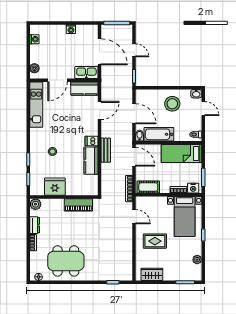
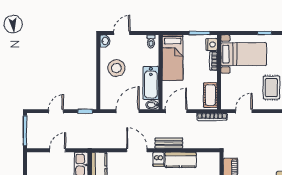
door: (99, 52) -> (58, 150), width x0.53
door: (99, 110) -> (137, 150), moved

